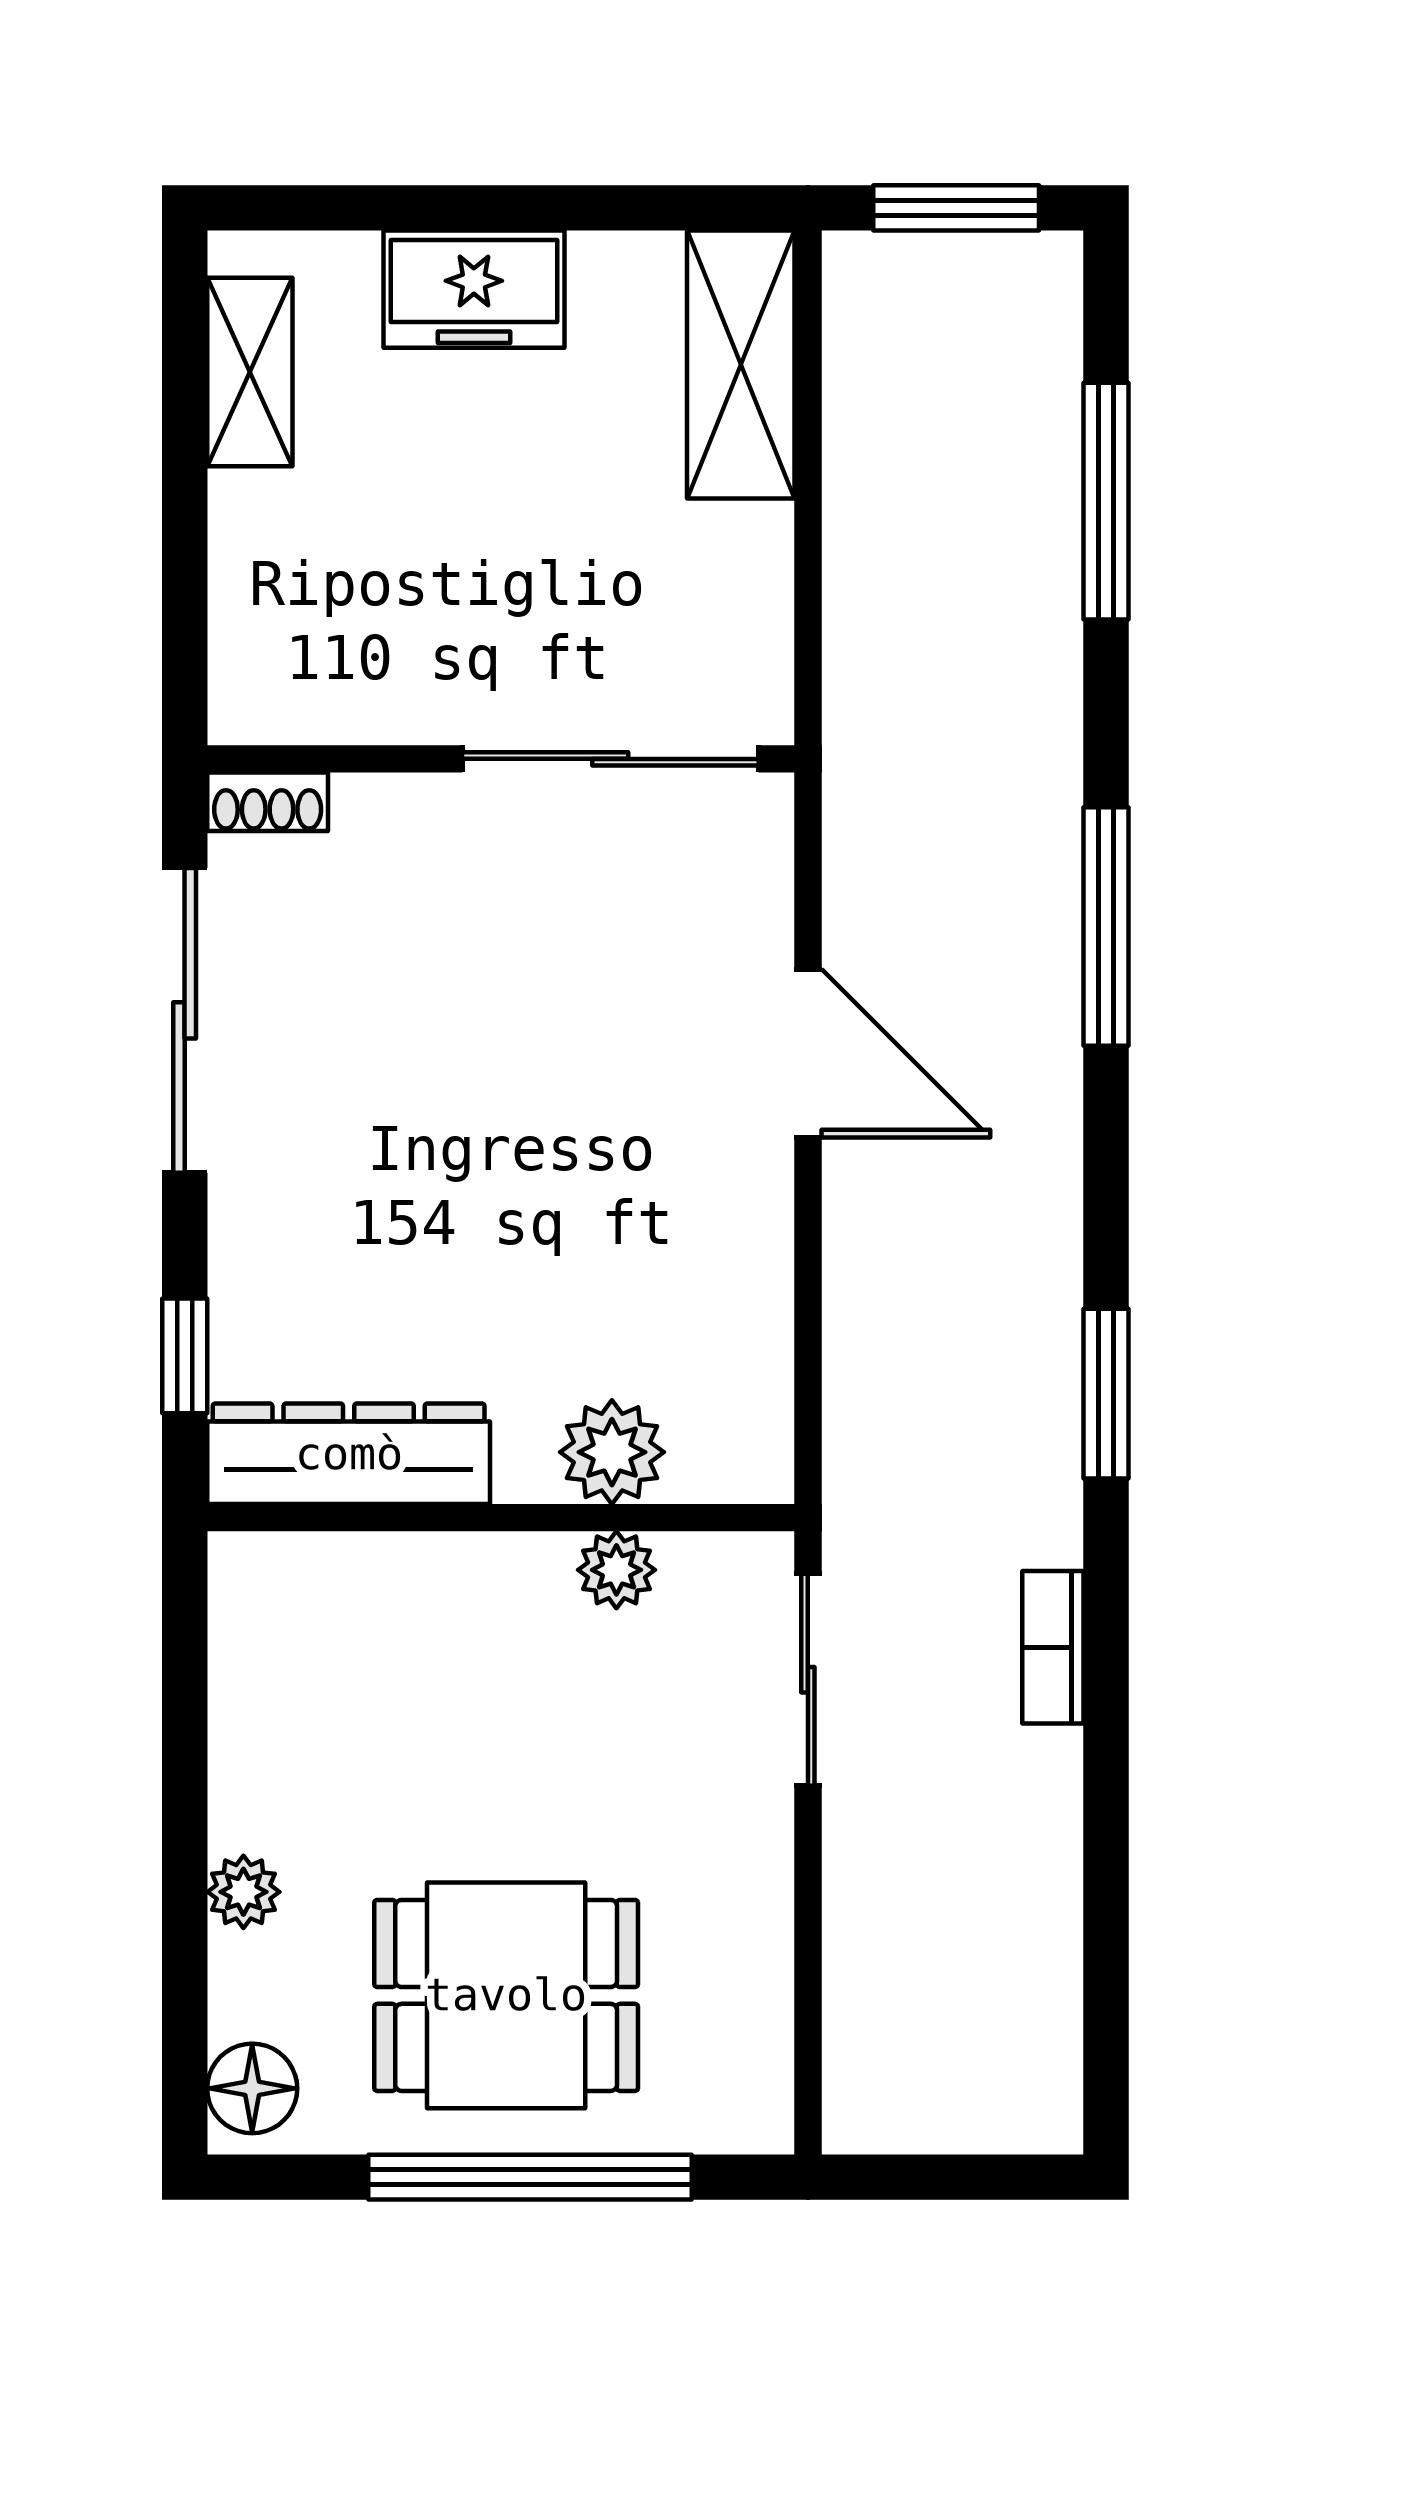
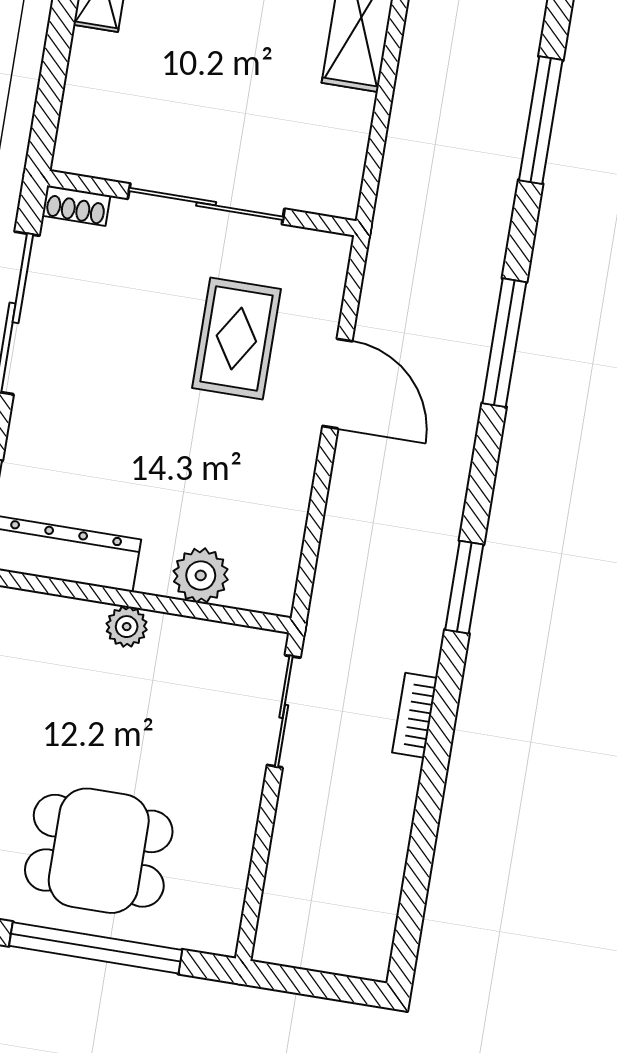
sliding door: (610, 759) -> (206, 204), moved
rug: (606, 1000) -> (236, 339), added
plant: (616, 1570) -> (127, 627), moved

